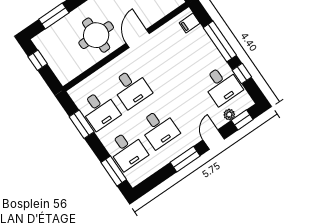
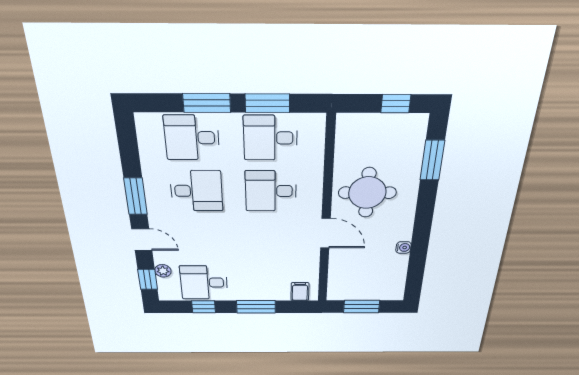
window: (220, 41) -> (256, 307), width x0.69
desk: (159, 128) -> (196, 191), turned 180
window: (114, 171) -> (207, 103), moved

